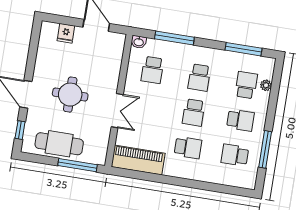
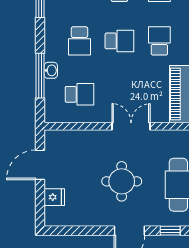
washbasin: (139, 42) -> (51, 70), moved
school desk: (199, 78) -> (80, 41), turned 90

